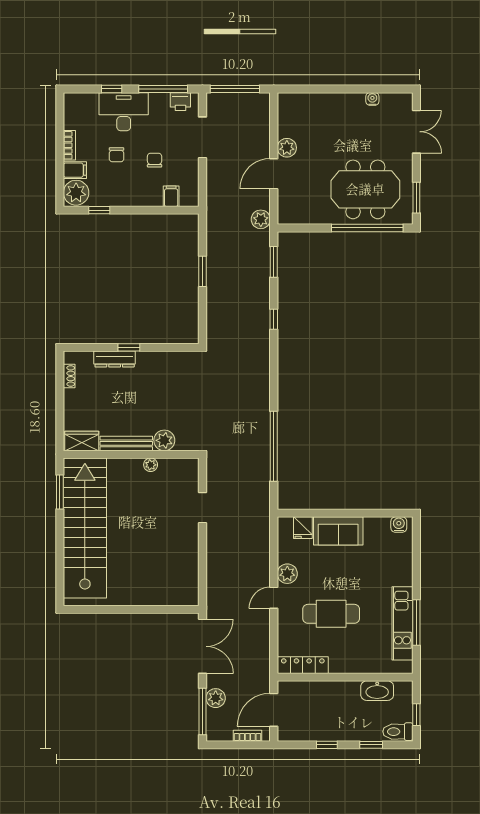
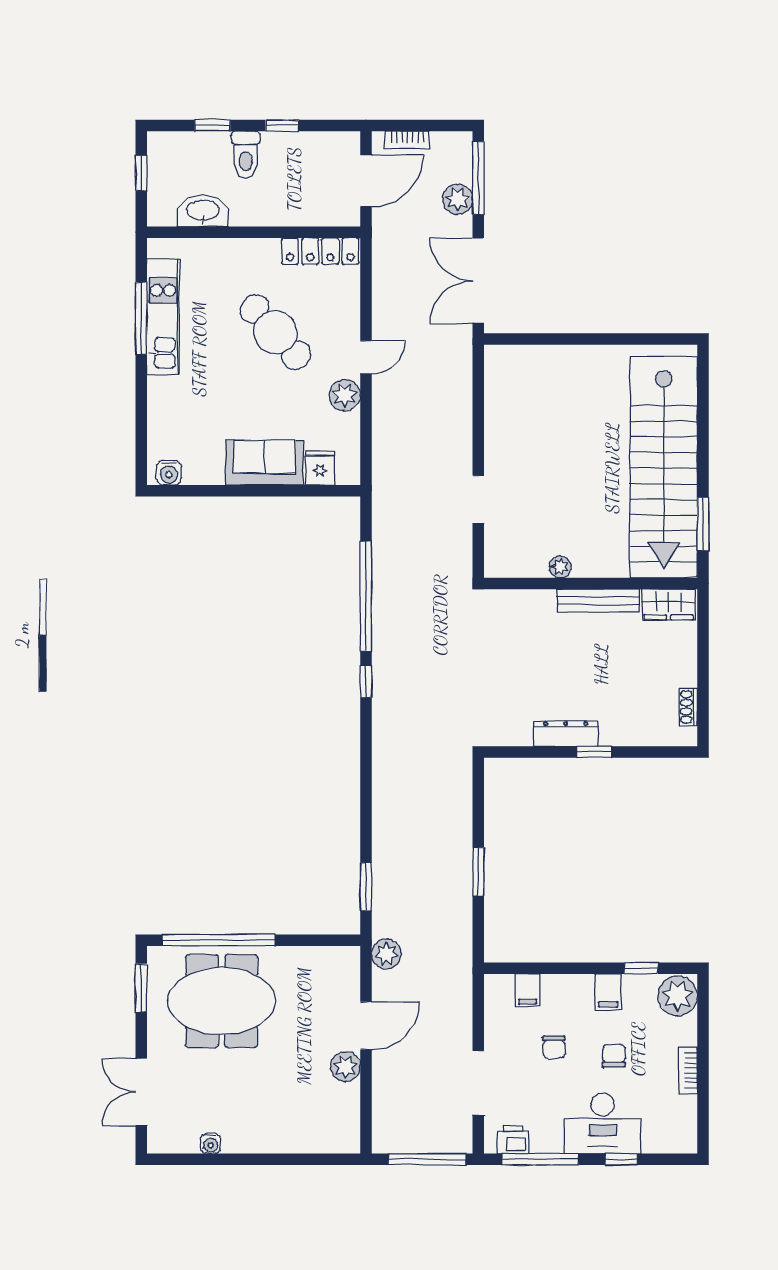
filing cabinet: (75, 170) -> (608, 992), moved, turned -90
window: (274, 319) -> (366, 681), moved
dresser: (115, 359) -> (566, 734), moved
plant: (164, 440) -> (539, 605), removed
cafe table: (331, 614) -> (275, 332), turned 48
toilet: (398, 732) -> (246, 155), moved, turned 90

